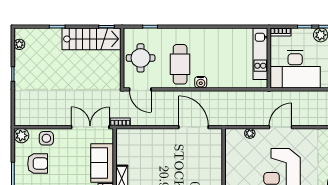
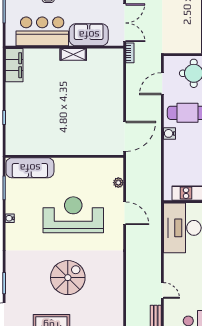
door: (140, 89) -> (162, 84), moved
door: (193, 127) -> (125, 136), moved

